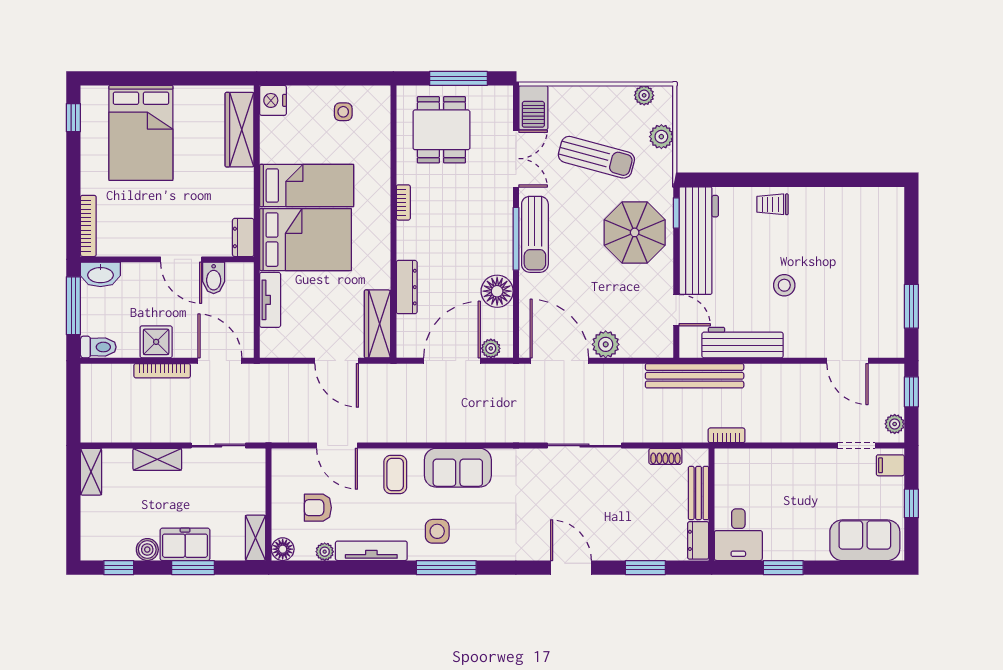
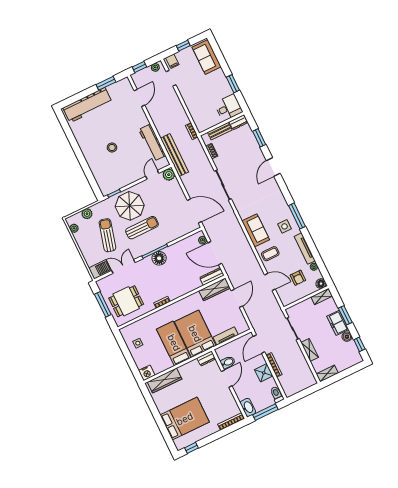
trolley: (772, 204) -> (92, 157), removed
sun lounger: (535, 234) -> (142, 228), moved
workbench: (699, 241) -> (87, 105), moved, turned 180
stool: (784, 285) -> (112, 147), moved
dresser: (407, 287) -> (212, 276), moved
floor lamp: (497, 291) -> (159, 258), moved
plant: (606, 344) -> (169, 175), moved
door: (559, 361) -> (194, 211), swing flipped
door: (337, 446) -> (270, 282), hinge flipped

